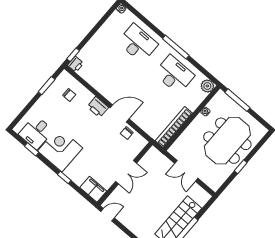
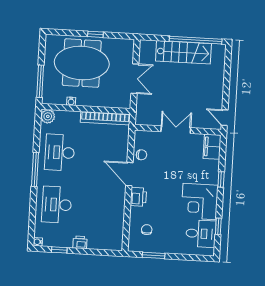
window: (73, 55) -> (59, 250), moved
printer: (76, 64) -> (80, 242), moved

